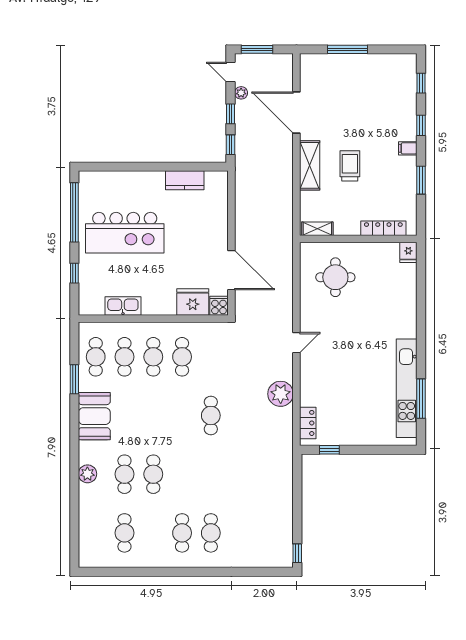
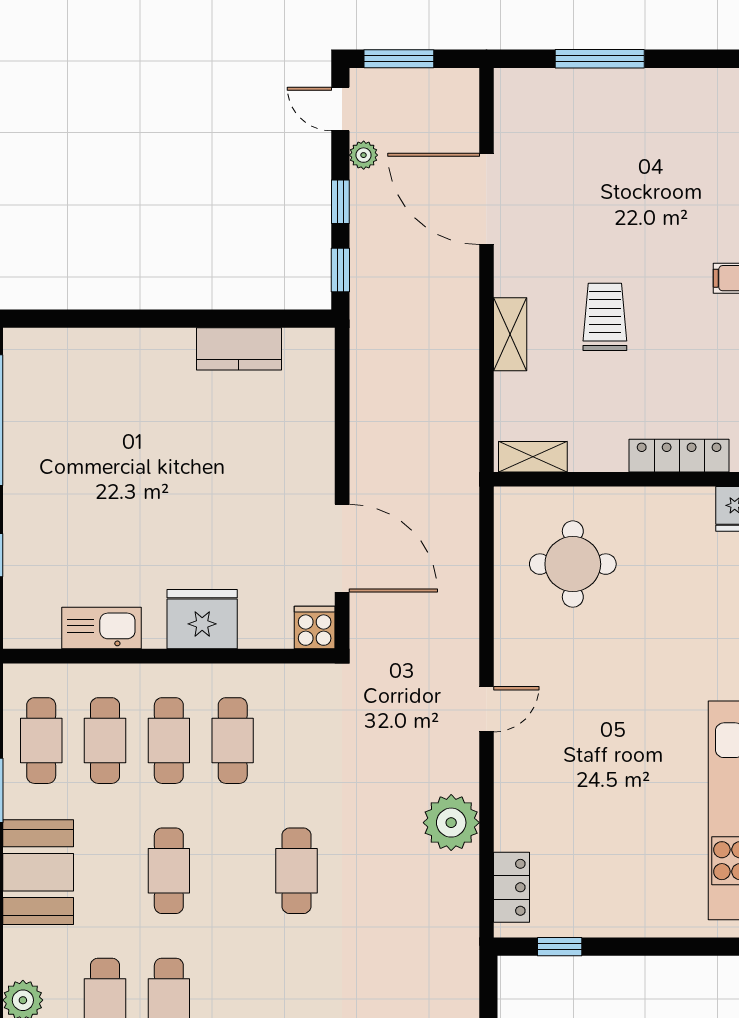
shelving: (310, 165) -> (510, 334), width x0.67, depth x0.75
kitchen island: (125, 233) -> (105, 465), removed
fridge: (193, 302) -> (202, 619), moved
cafe table: (153, 415) -> (169, 871), added

